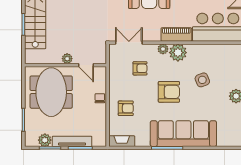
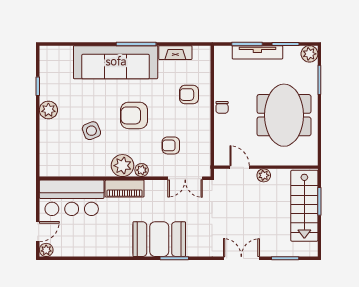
plant: (67, 59) -> (264, 175), moved
wall: (65, 65) -> (266, 167), moved
door: (86, 65) -> (240, 167), moved
plant: (45, 140) -> (309, 54), moved
fireplace: (122, 141) -> (175, 53), moved

